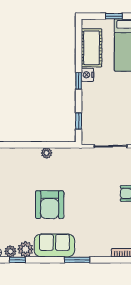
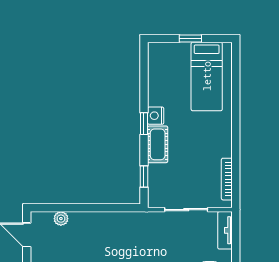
cot: (92, 48) -> (158, 144), moved, width x0.73, depth x0.75
plant: (47, 153) -> (61, 219), moved

